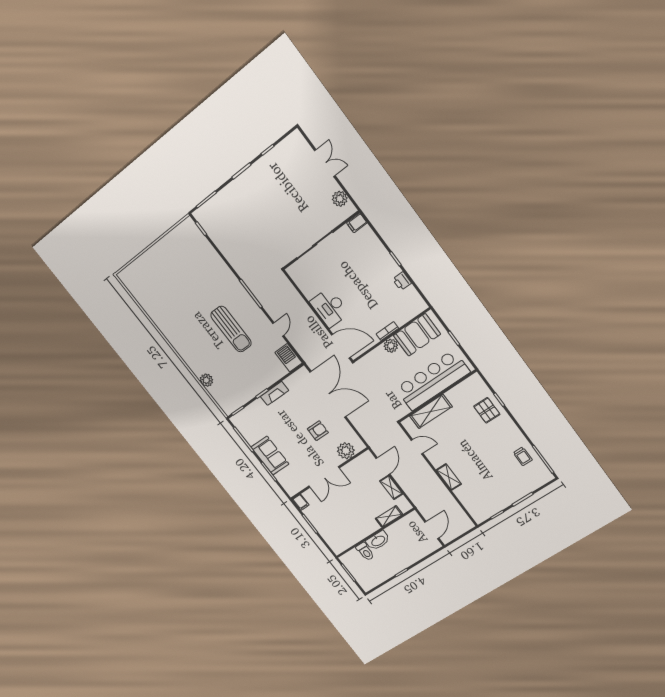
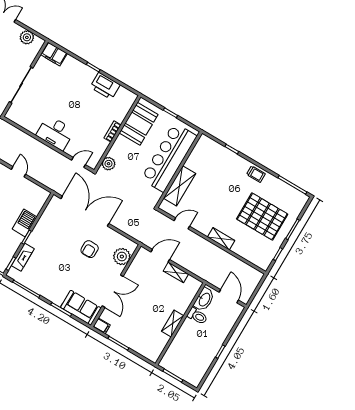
filing cabinet: (357, 223) -> (54, 54), width x2.00
printer: (402, 281) -> (105, 86), width x1.87, depth x1.48
door: (341, 346) -> (79, 162), width x0.53
plant: (391, 346) -> (109, 164), moved
barbecue: (289, 358) -> (25, 223), moved, turned 90
fireplace: (275, 393) -> (23, 257), moved
pallet: (487, 410) -> (262, 217), moved, width x2.05, depth x2.00
armchair: (318, 431) -> (90, 249), turned 180
sofa: (270, 455) -> (81, 308), moved
trolley: (523, 456) -> (256, 174), moved
door: (383, 466) -> (160, 256), hinge flipped
shelving: (389, 516) -> (173, 324), moved
washbasin: (378, 541) -> (204, 299), moved
toilet: (365, 552) -> (197, 316), moved

